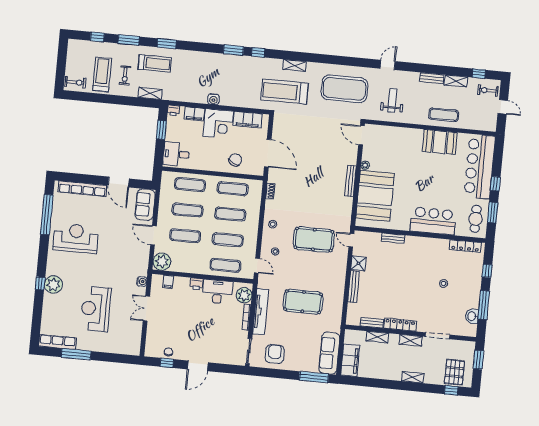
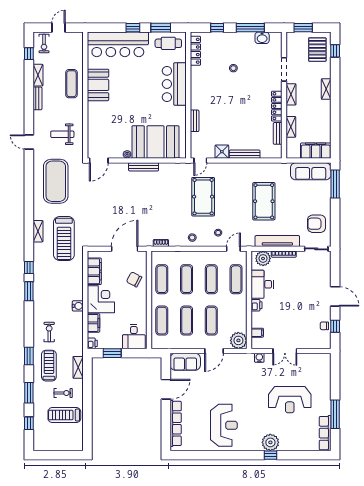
exercise bike: (75, 82) -> (49, 332), moved
window: (47, 215) -> (204, 455), removed
reception desk: (76, 238) -> (224, 425), turned 180
pallet: (454, 372) -> (317, 50), turned 90

